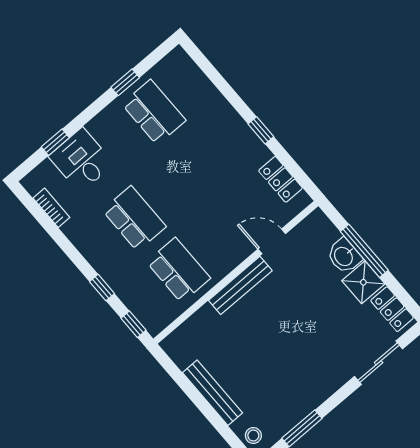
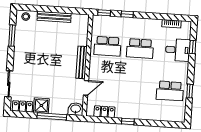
washbasin: (344, 256) -> (76, 109), moved

